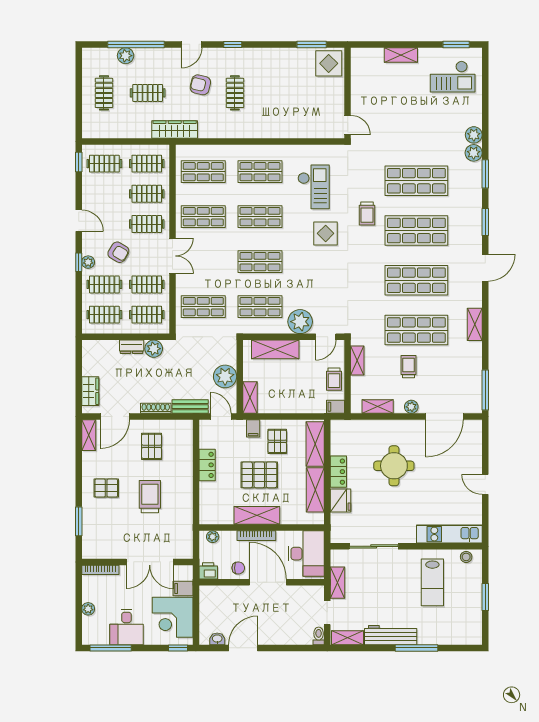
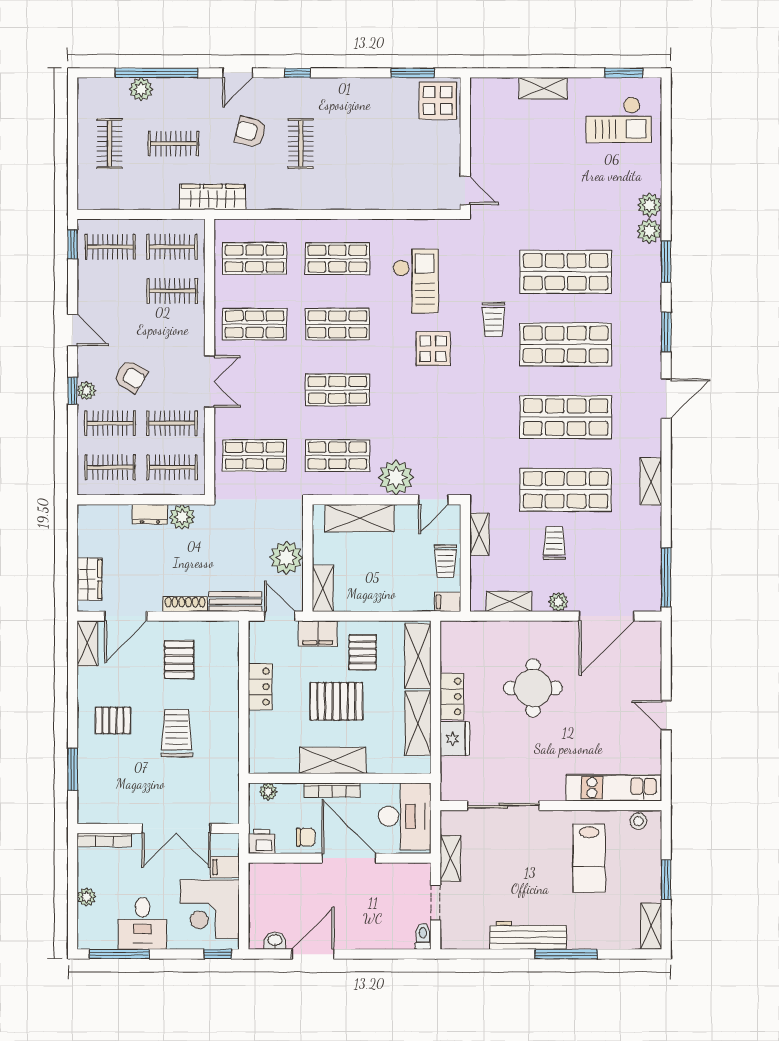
clothes rail: (147, 224) -> (172, 335), removed
filing cabinet: (253, 428) -> (318, 634), width x2.00
shelving: (347, 638) -> (651, 926), moved, turned 90

